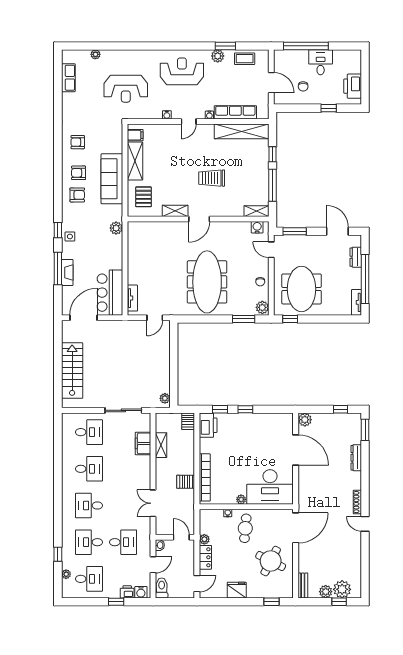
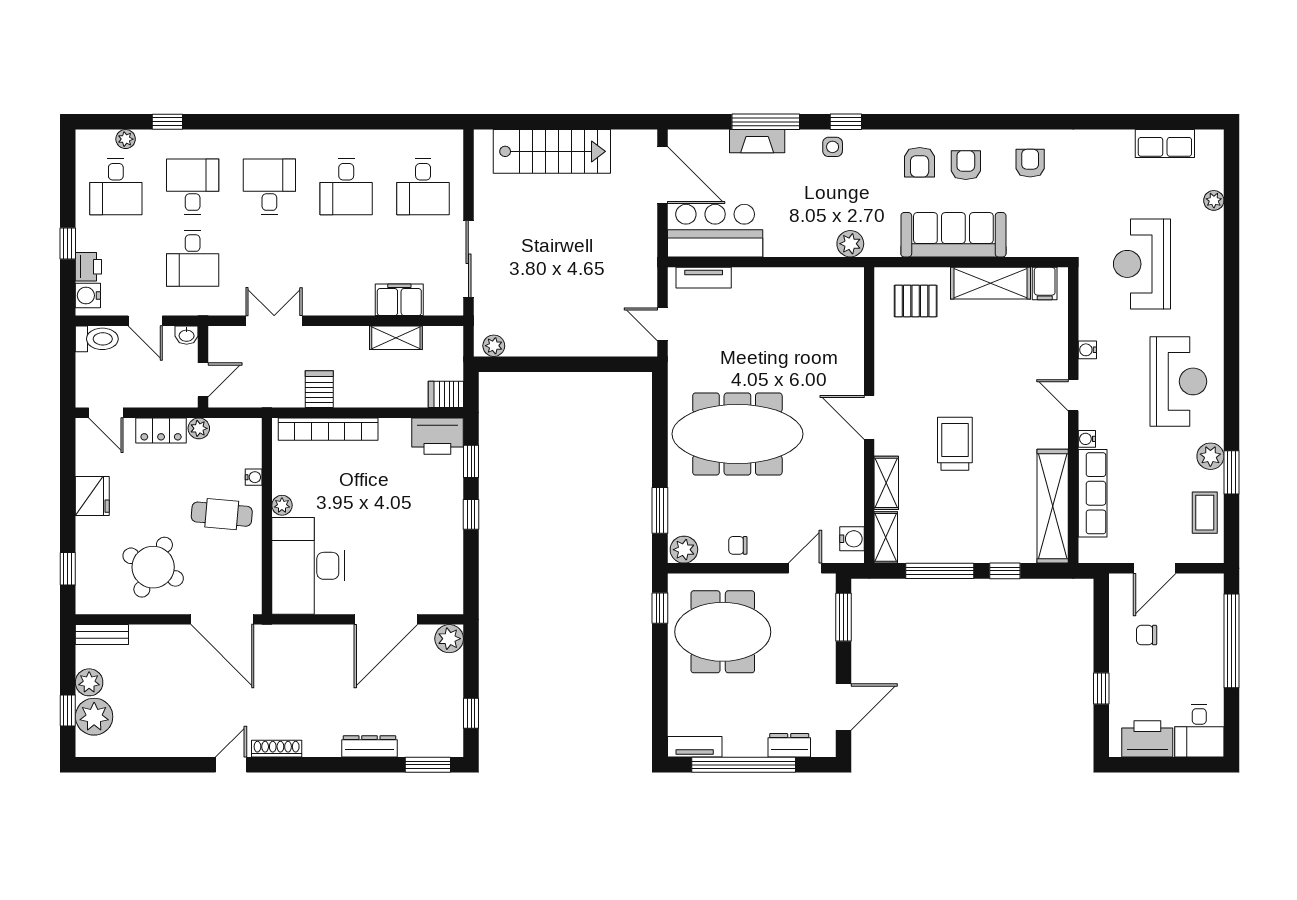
desk: (321, 62) -> (1199, 731), moved, turned 90
shelving: (175, 211) -> (886, 483), moved

